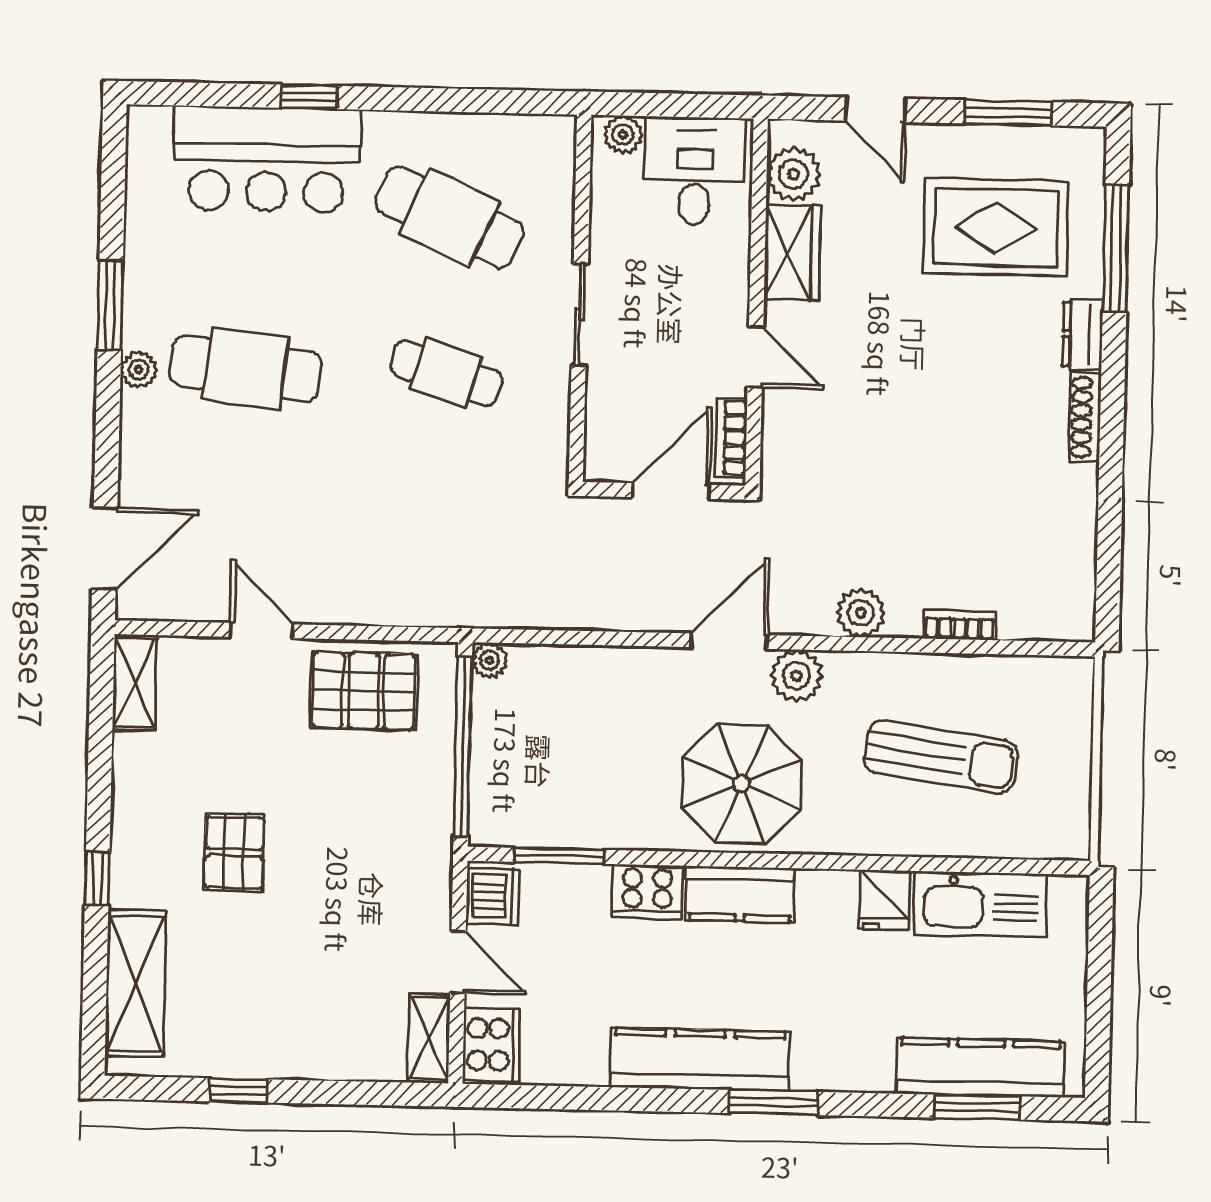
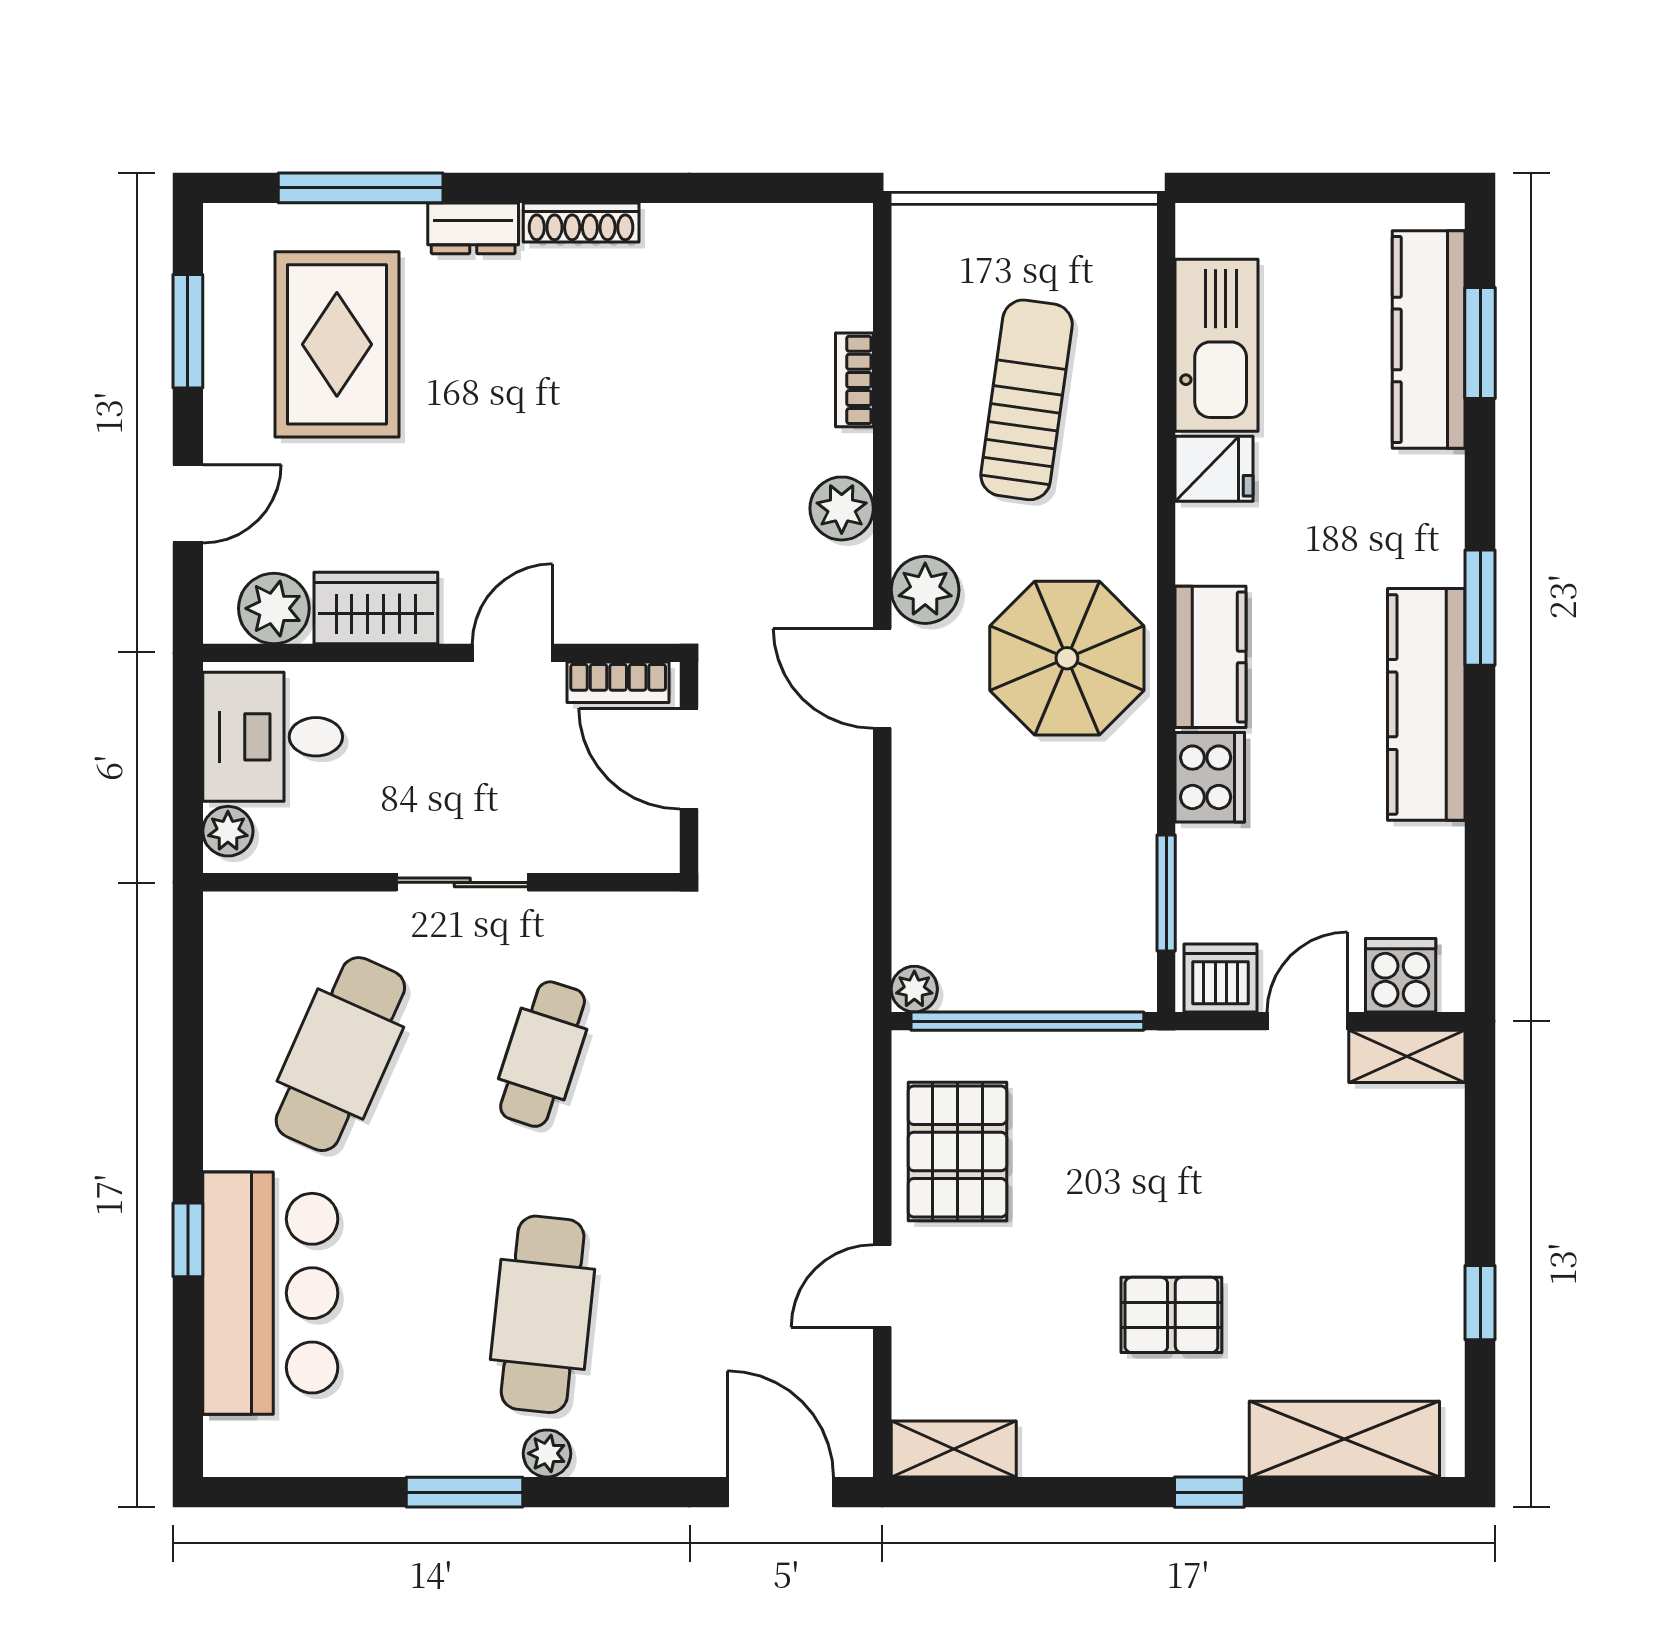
cooker: (491, 1045) -> (1401, 975), width x0.73

